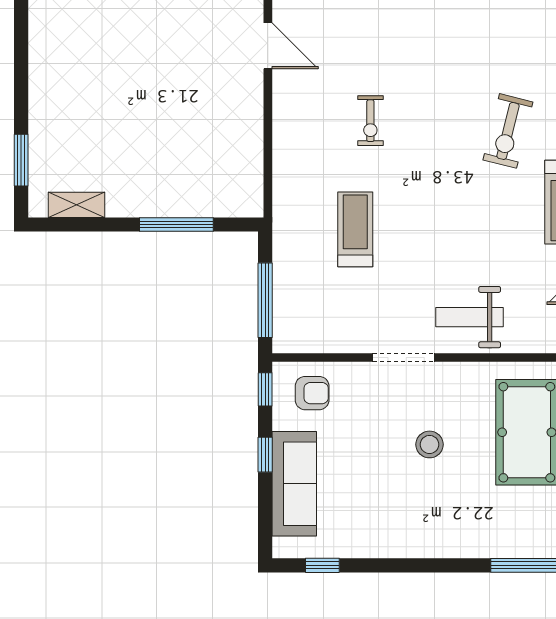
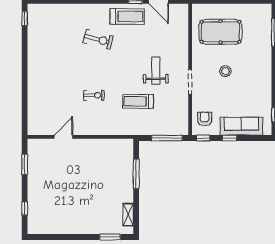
weight bench: (469, 317) -> (156, 71), moved, turned 180

